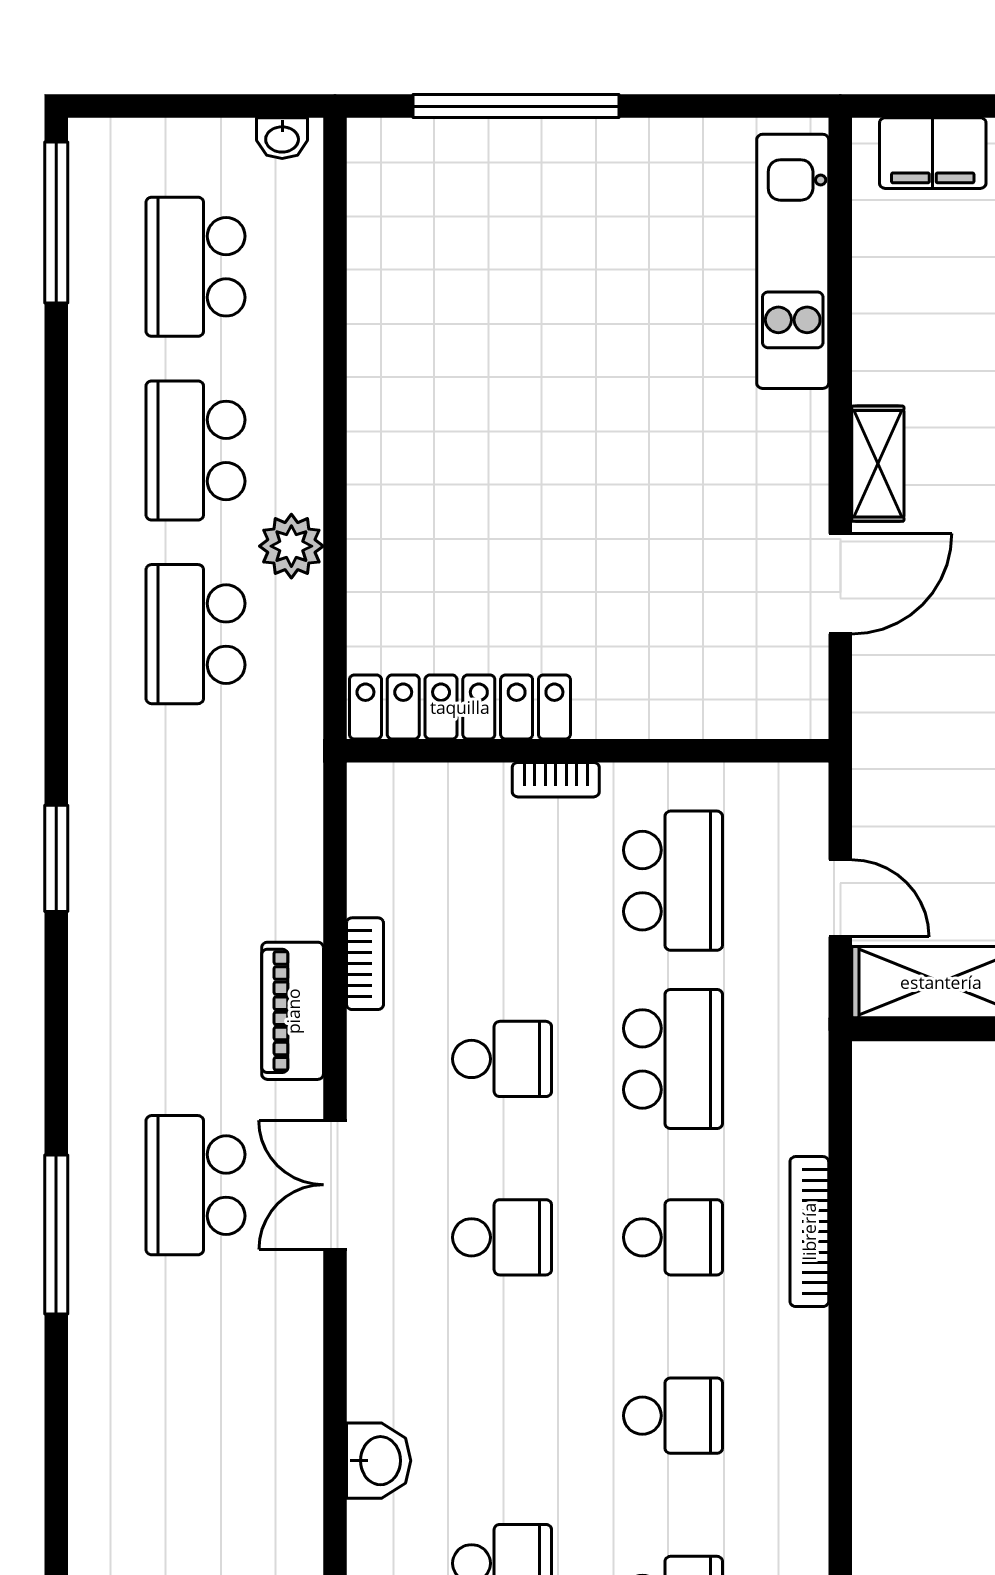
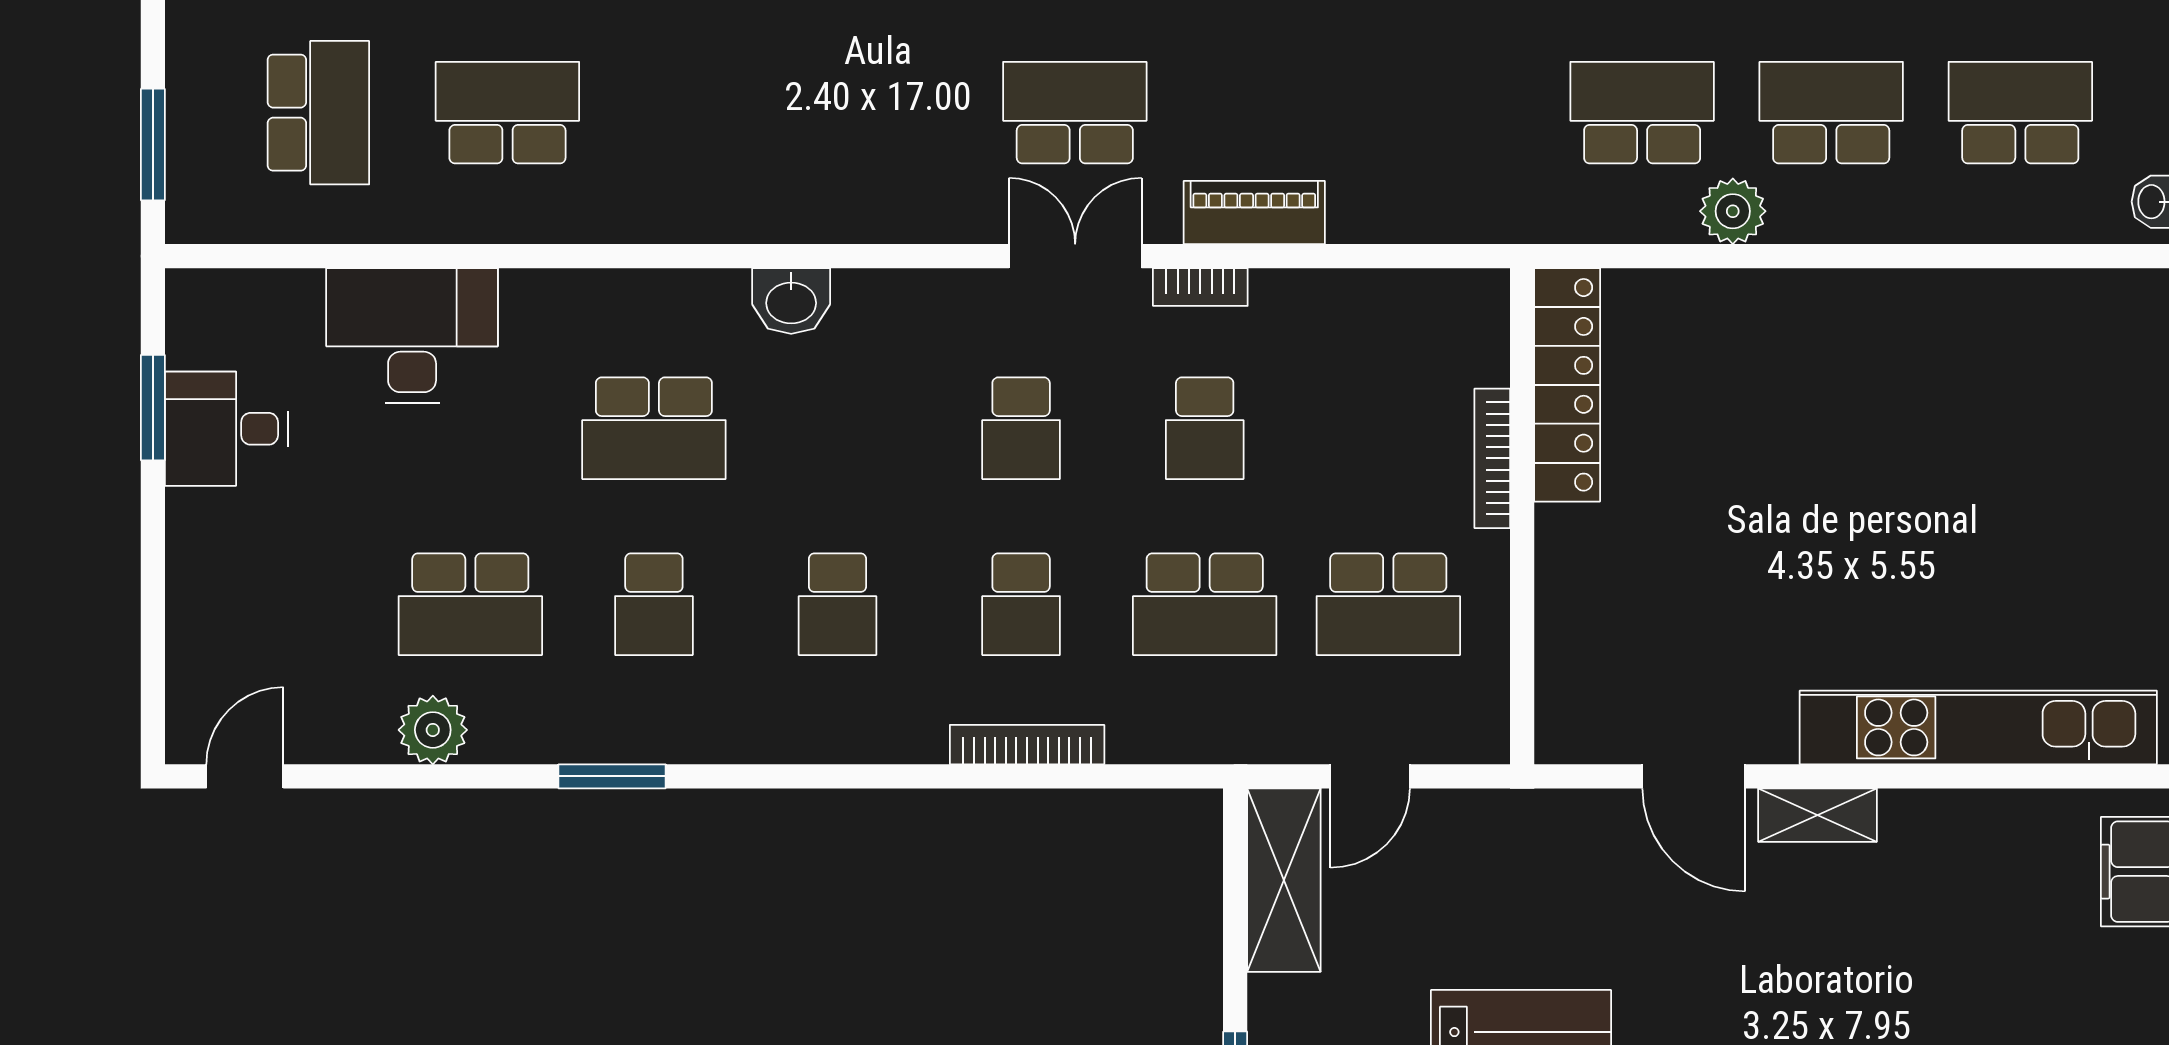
kitchen unit: (793, 261) -> (1978, 727), width x1.36
bookcase: (556, 780) -> (1492, 458), width x1.56
bookcase: (365, 964) -> (1200, 287), moved

